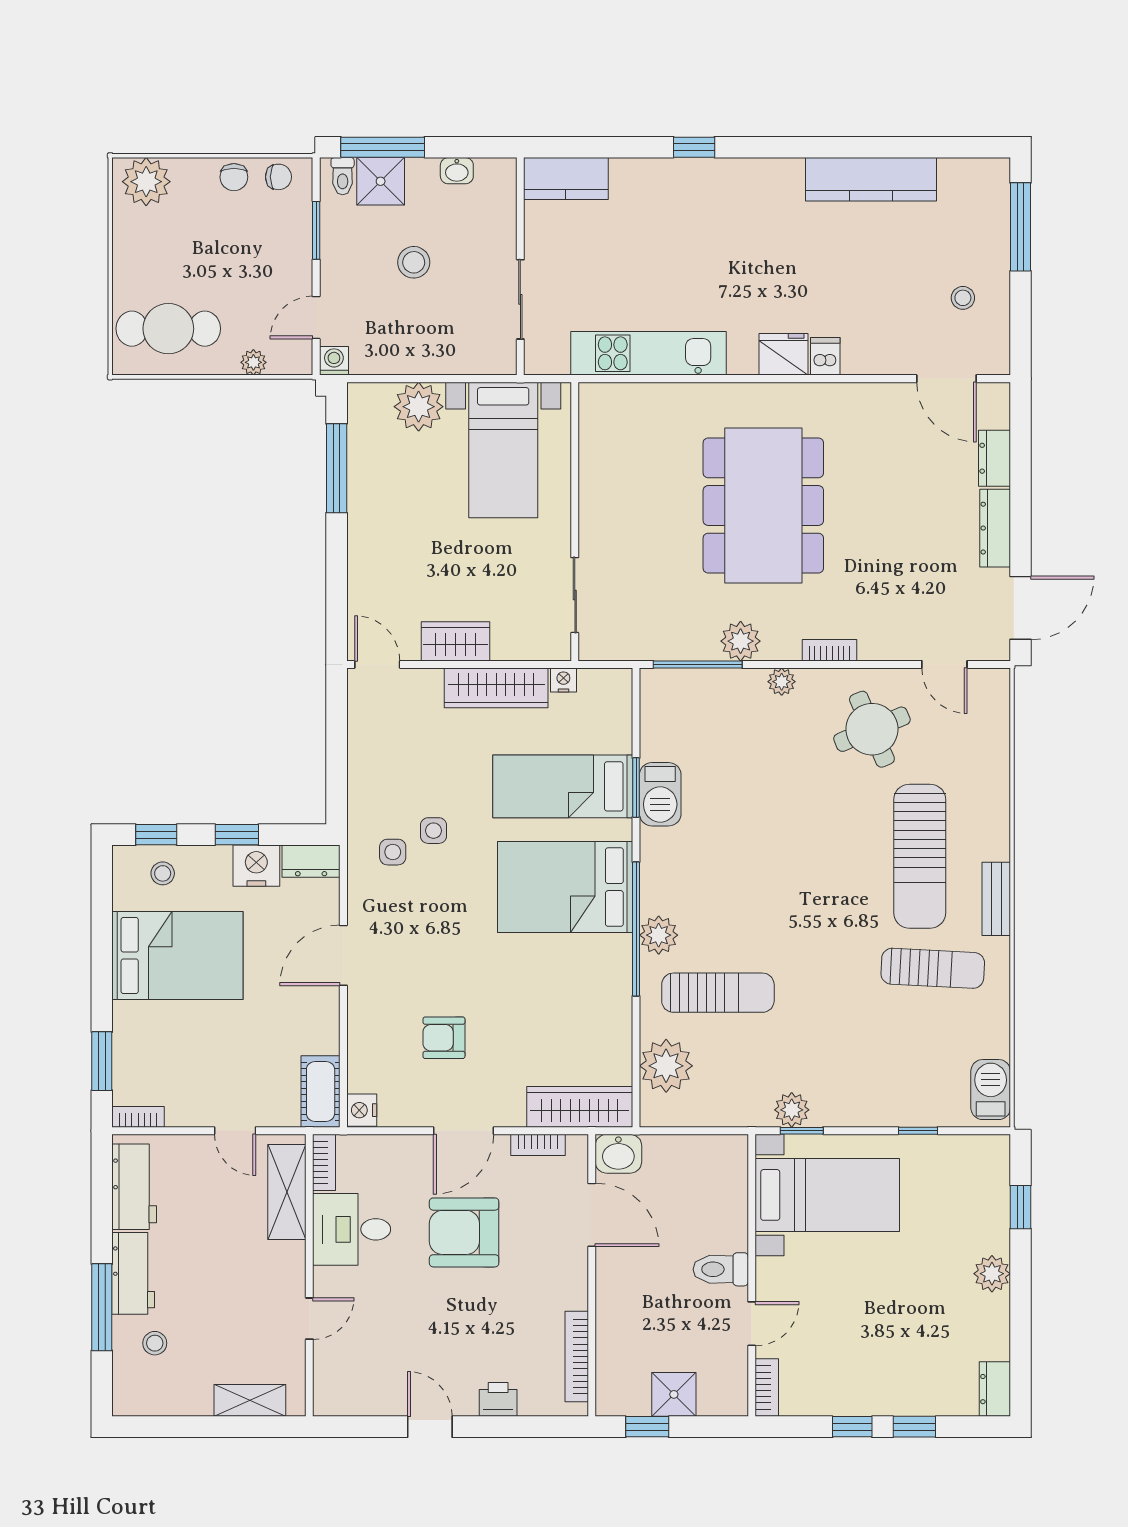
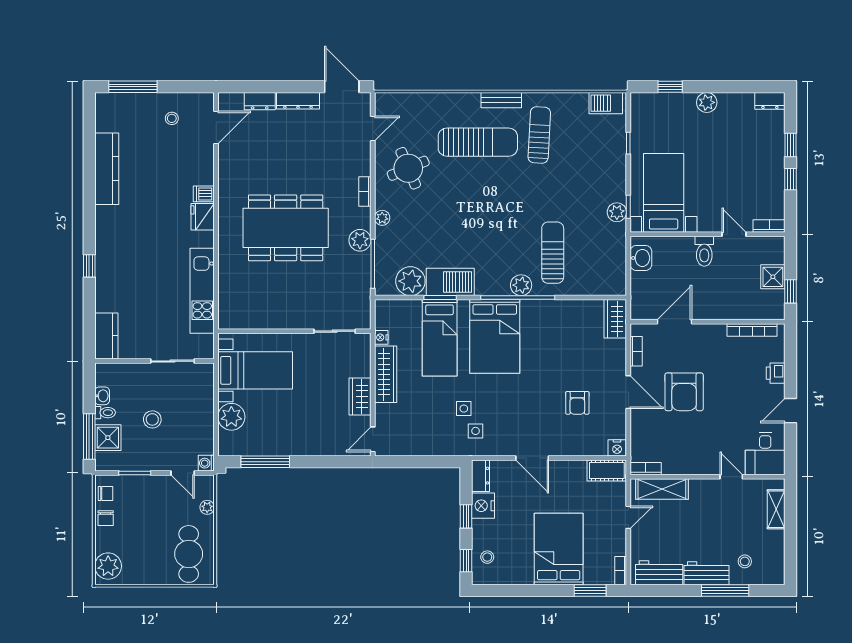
toilet: (343, 176) -> (105, 413), moved
chair: (234, 177) -> (106, 518), turned 90
chair: (278, 177) -> (105, 494), turned 90
barbecue: (660, 794) -> (450, 282), width x1.37, depth x1.21
bed: (177, 956) -> (559, 549), moved
plant: (666, 1066) -> (410, 281), moved
wardrobe: (580, 1107) -> (615, 319), width x0.67
washbasin: (618, 1154) -> (641, 258), moved
desk: (352, 1229) -> (765, 453), moved

